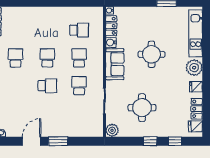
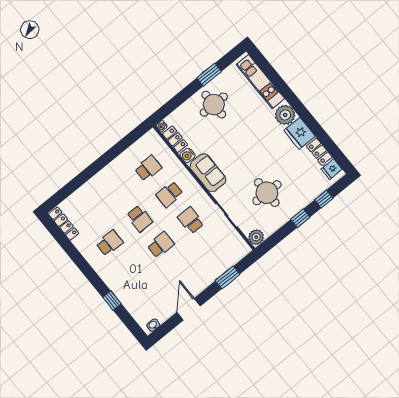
round table: (151, 54) -> (214, 105), moved
school desk: (15, 58) -> (110, 243), turned 90
school desk: (47, 58) -> (140, 219), turned 180
school desk: (79, 58) -> (169, 194), turned -90
fridge: (196, 87) -> (300, 133), width x1.88, depth x1.34
window: (58, 141) -> (228, 277), moved

